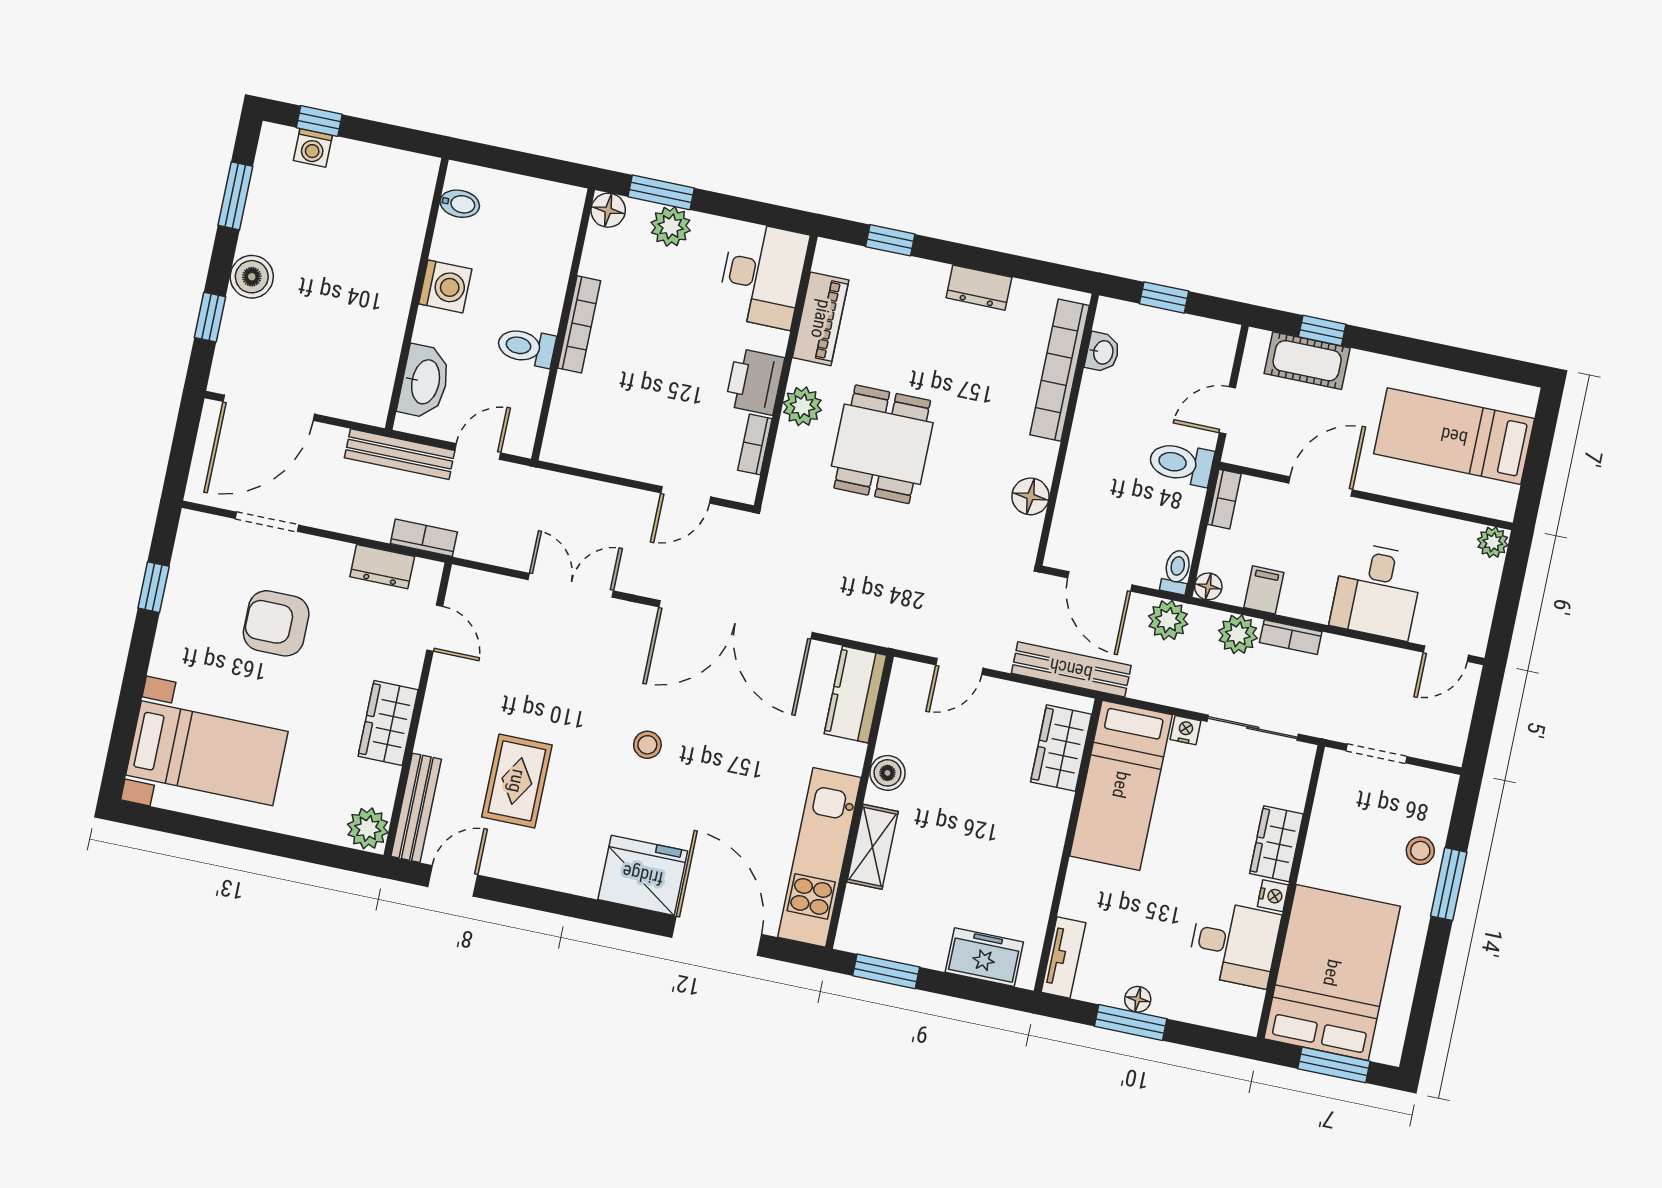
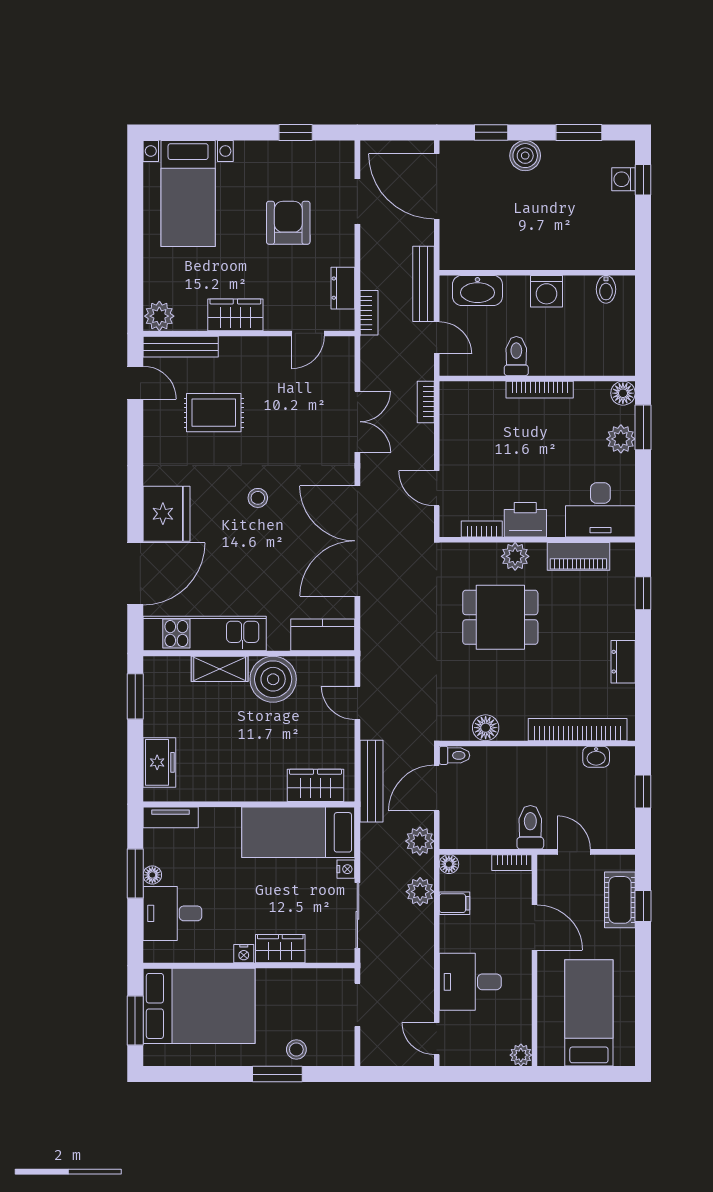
toilet: (1177, 572) -> (455, 755), moved
bookcase: (1291, 637) -> (426, 402), moved
boiler: (887, 773) -> (273, 679), width x1.86, depth x1.86
desk: (1234, 944) -> (172, 913), moved, turned 90

